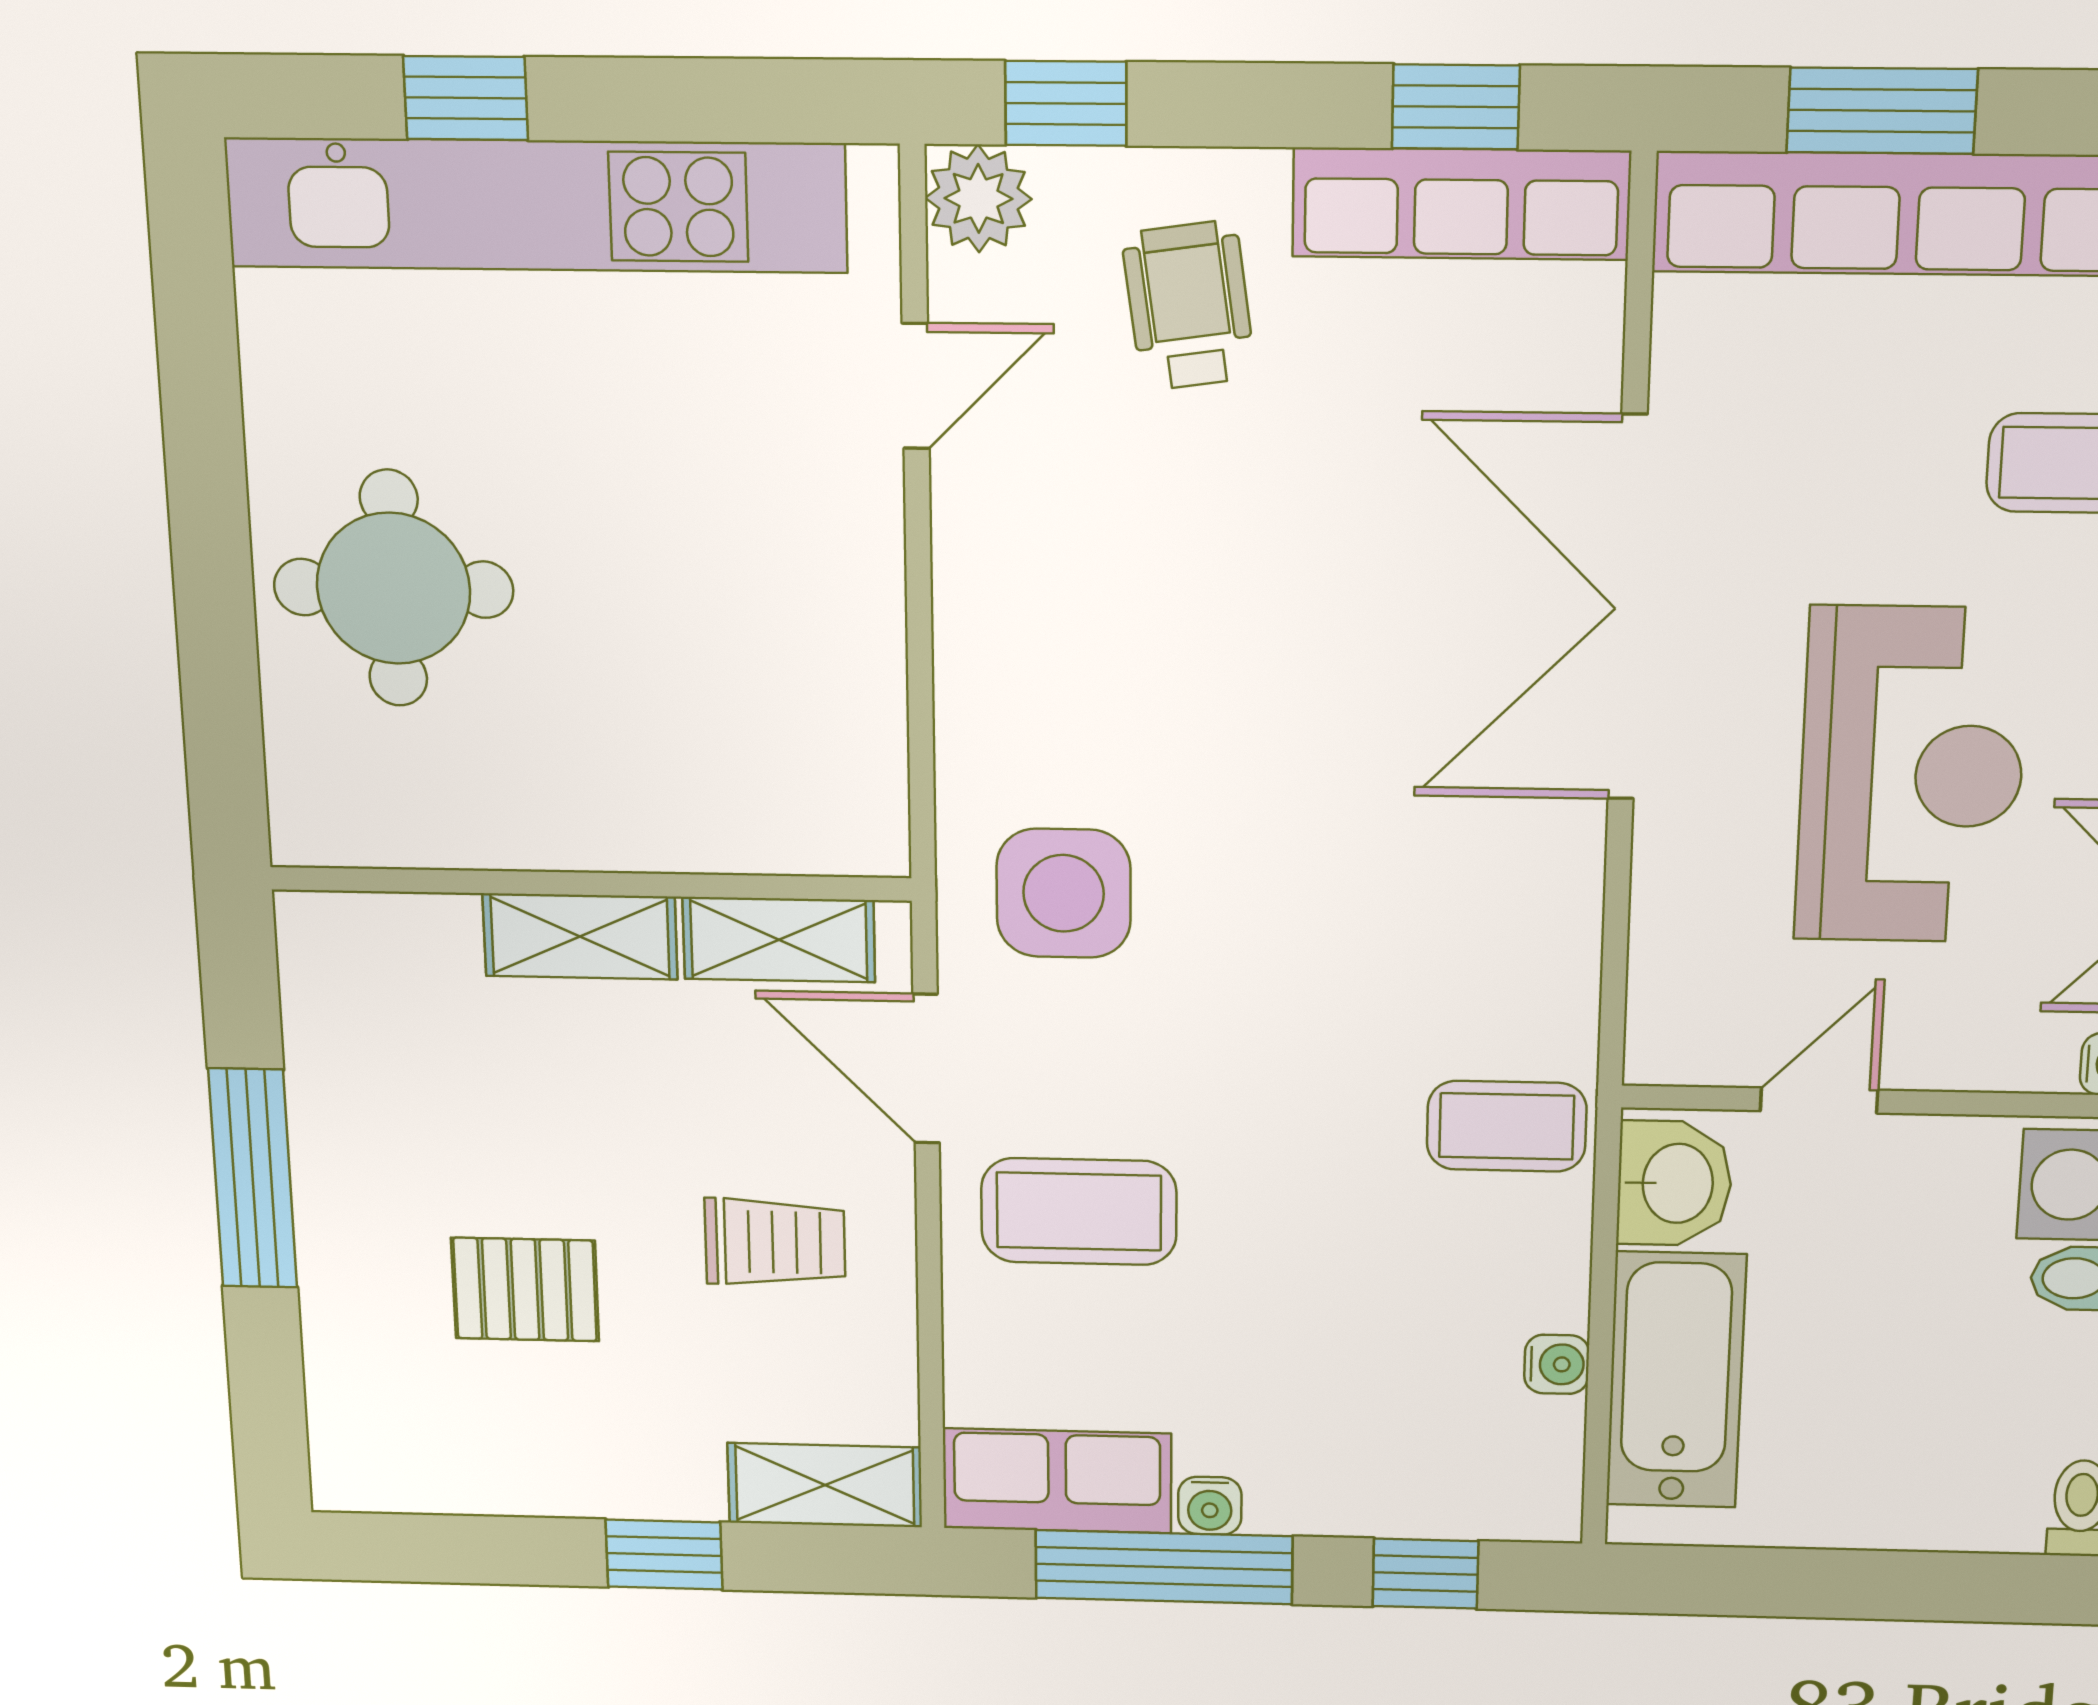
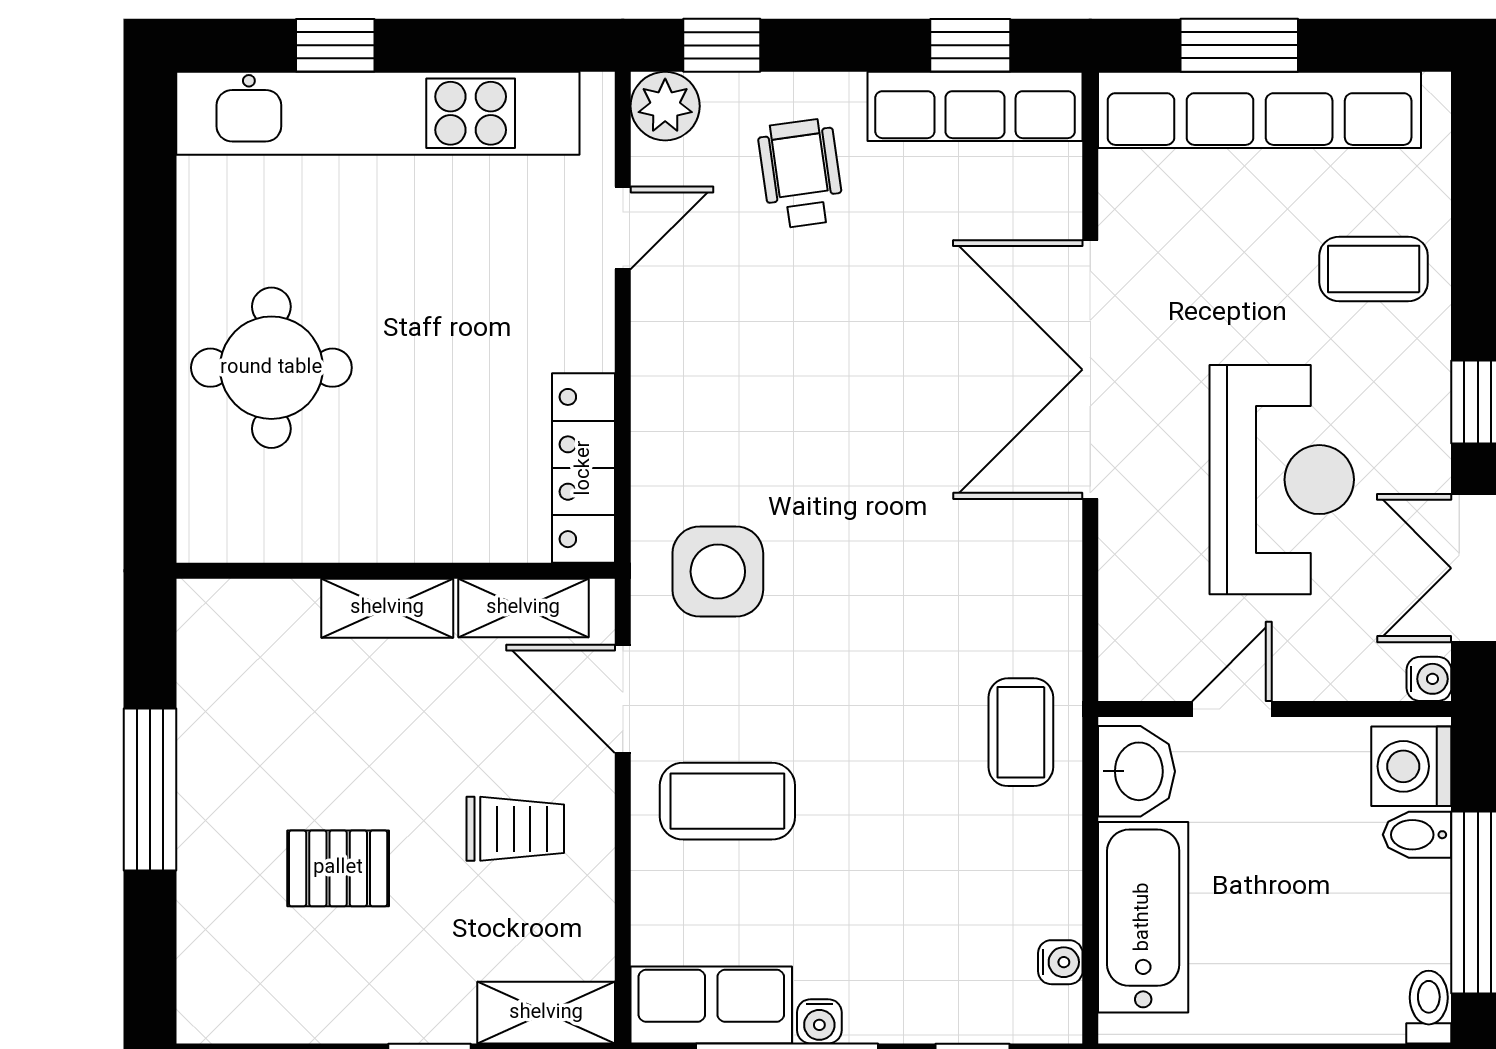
locker: (863, 742) -> (584, 468), added
coffee table: (1507, 1126) -> (1021, 732), turned 90
water cooler: (1557, 1364) -> (1060, 962), moved

